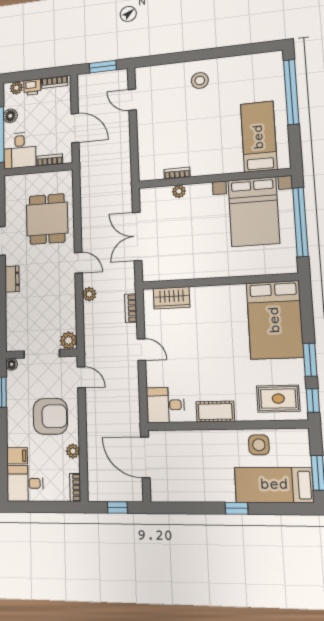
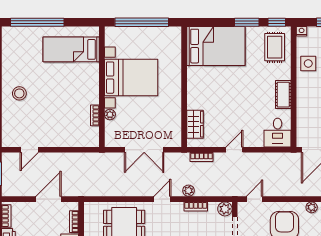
bed with nightstands: (254, 212) -> (131, 78), moved
bookcase: (71, 304) -> (196, 206), added
nightstand: (303, 435) -> (302, 31), added

